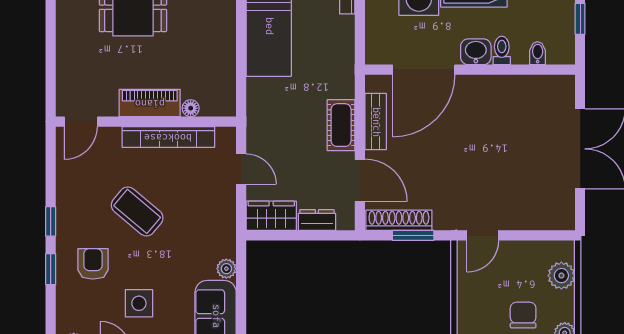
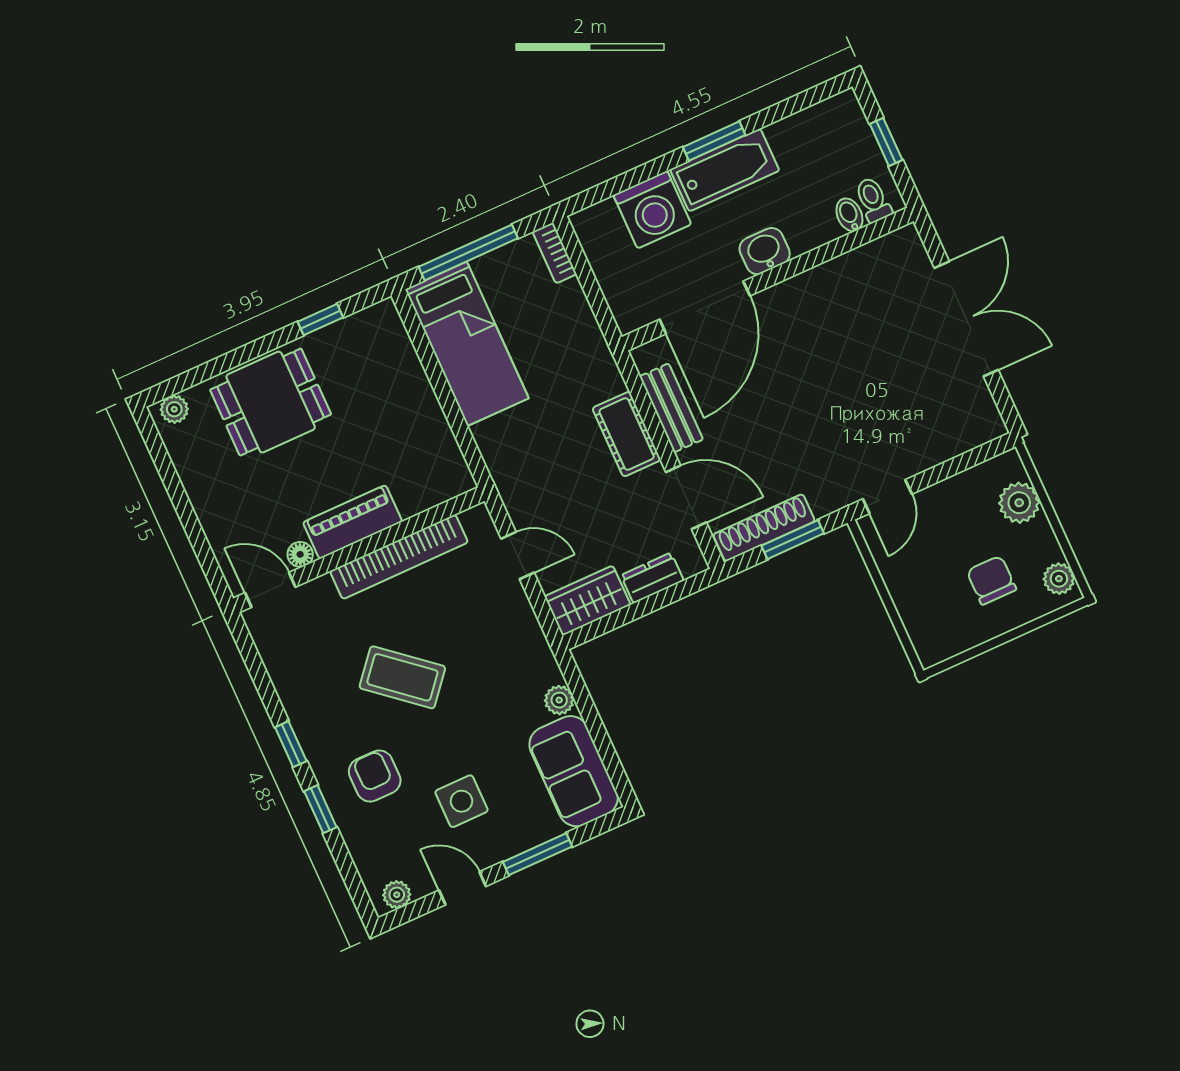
toilet: (502, 50) -> (873, 200), moved
floor lamp: (191, 108) -> (300, 554), moved
door: (81, 122) -> (270, 590), swing flipped

